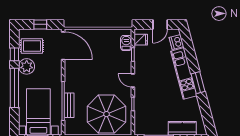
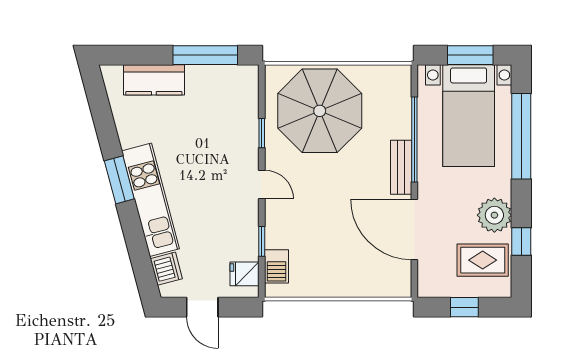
door: (160, 24) -> (202, 307), swing flipped
door: (63, 46) -> (414, 229), moved
window: (14, 88) -> (521, 136), moved
bench: (69, 105) -> (401, 167), moved

